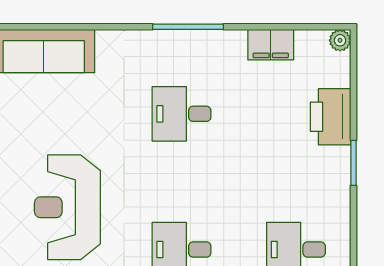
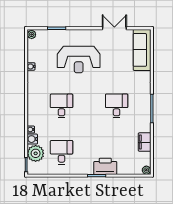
printer: (331, 117) -> (105, 166), moved
reception desk: (67, 207) -> (79, 60), turned 180

